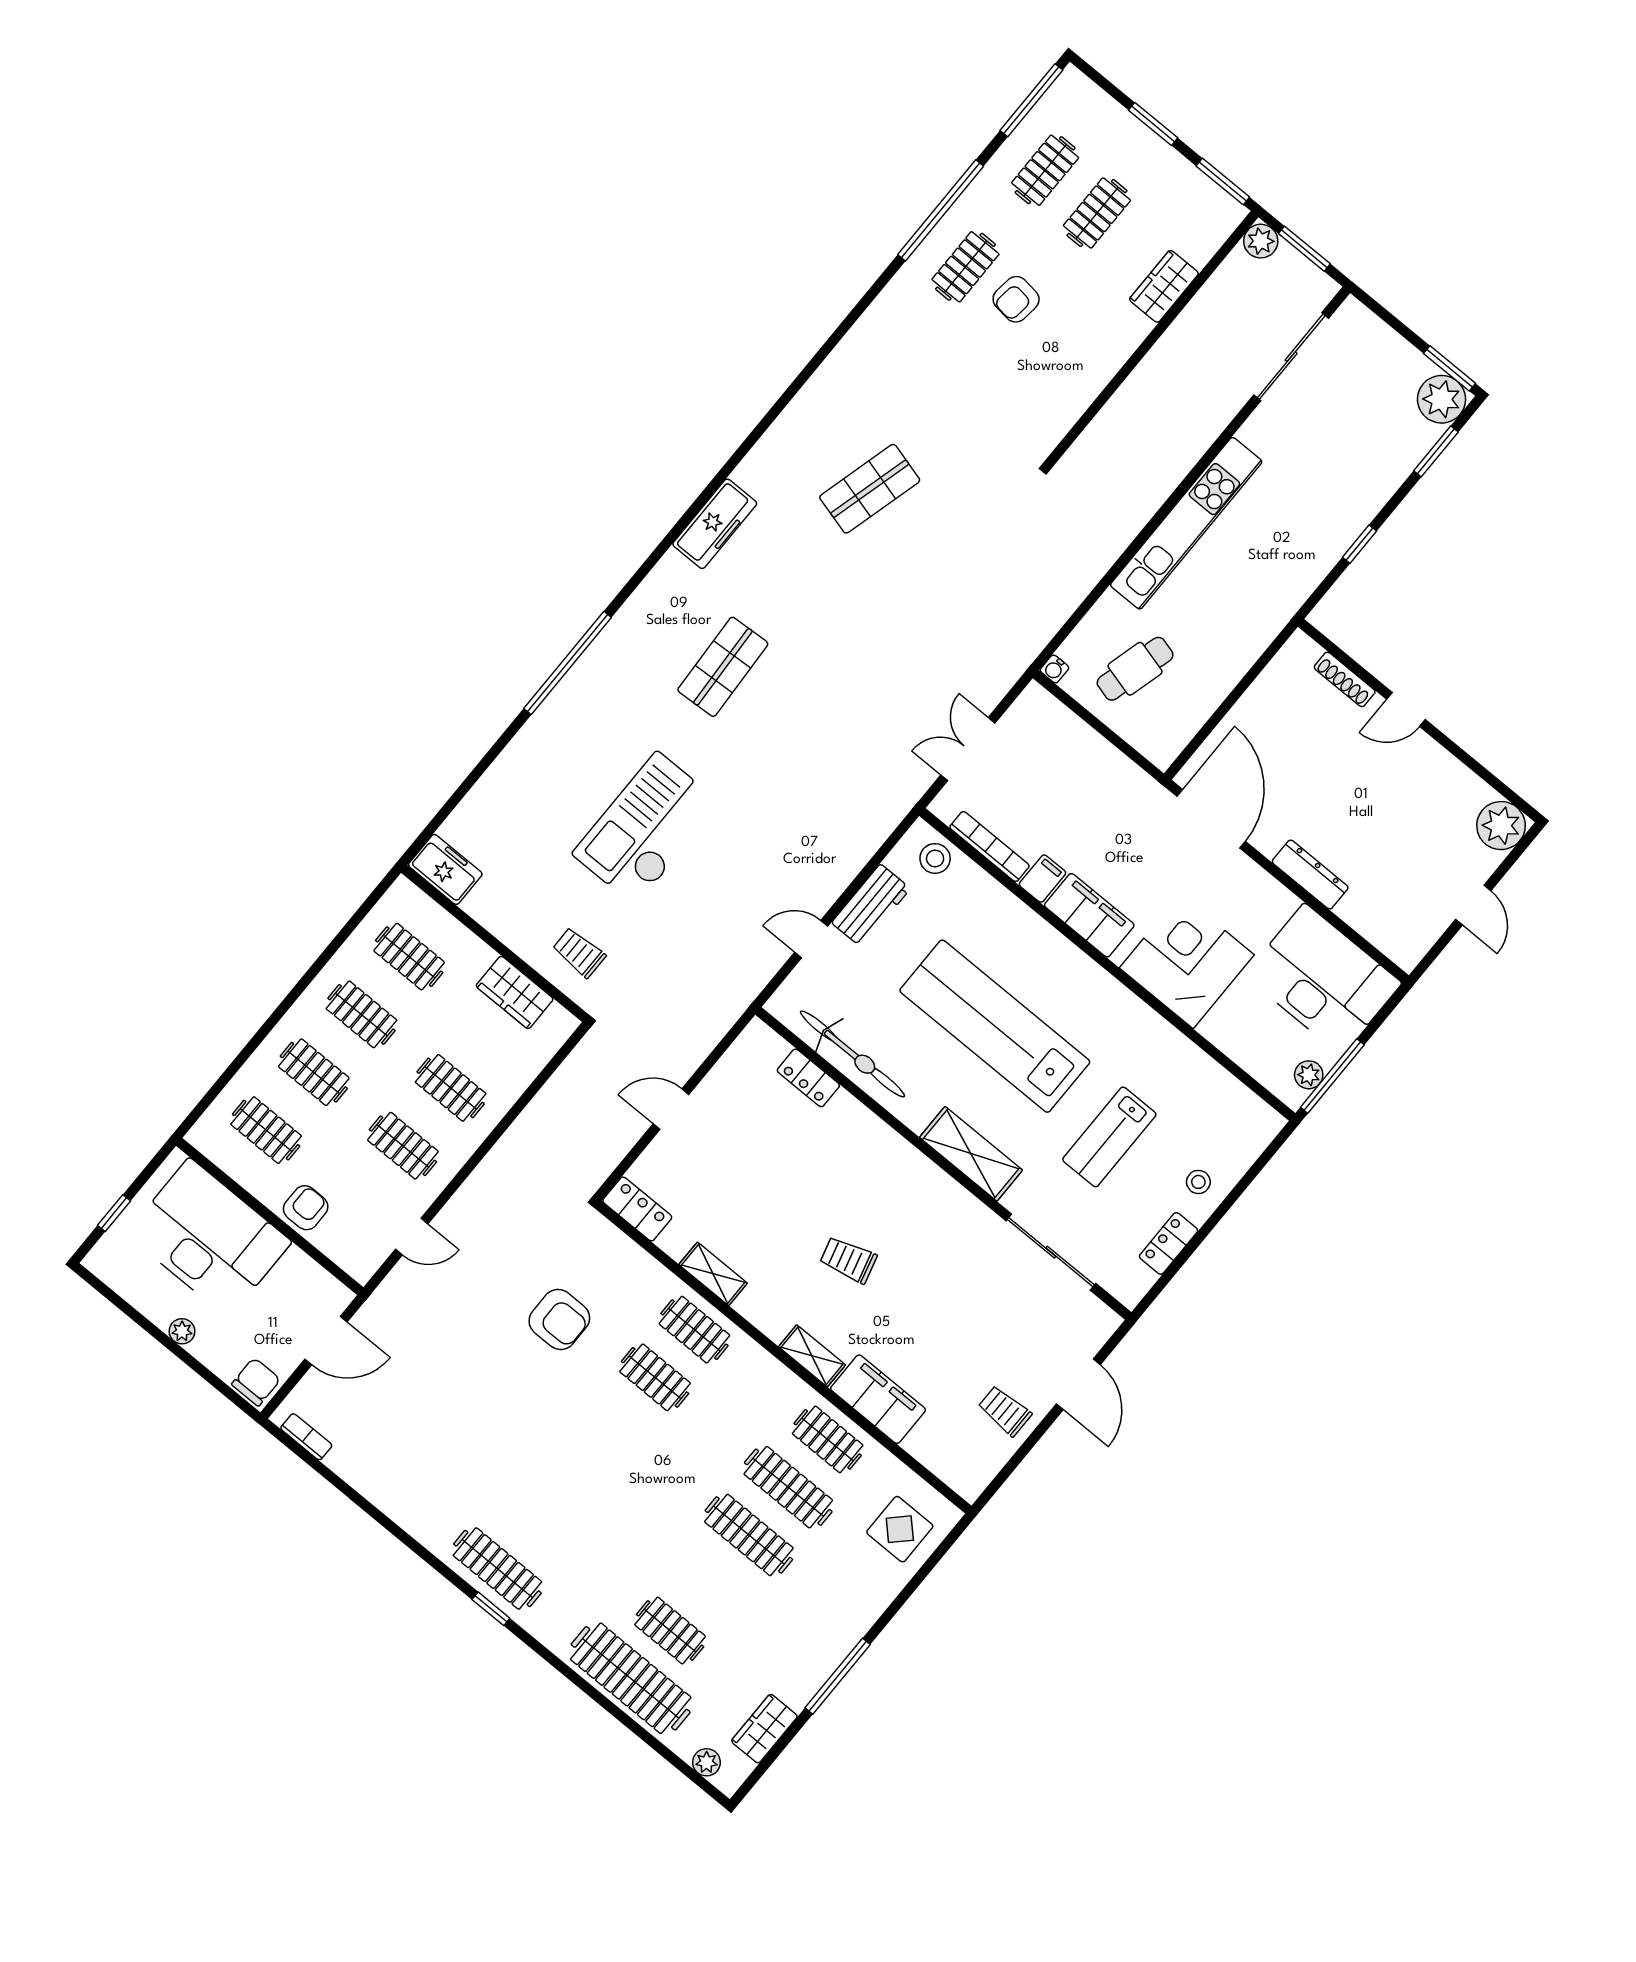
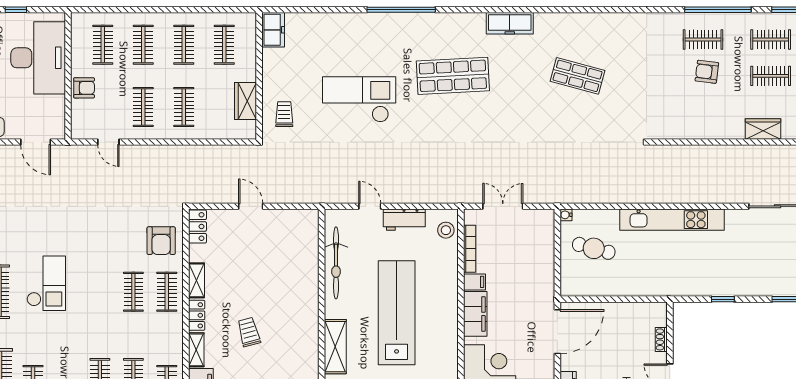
shop shelf: (723, 667) -> (453, 76), width x1.43, depth x1.36
shoe rack: (1345, 679) -> (661, 339), width x0.70
locker: (808, 1078) -> (197, 315), moved, turned 180
armchair: (559, 1319) -> (161, 241), moved
checkout: (540, 1492) -> (46, 283), added

